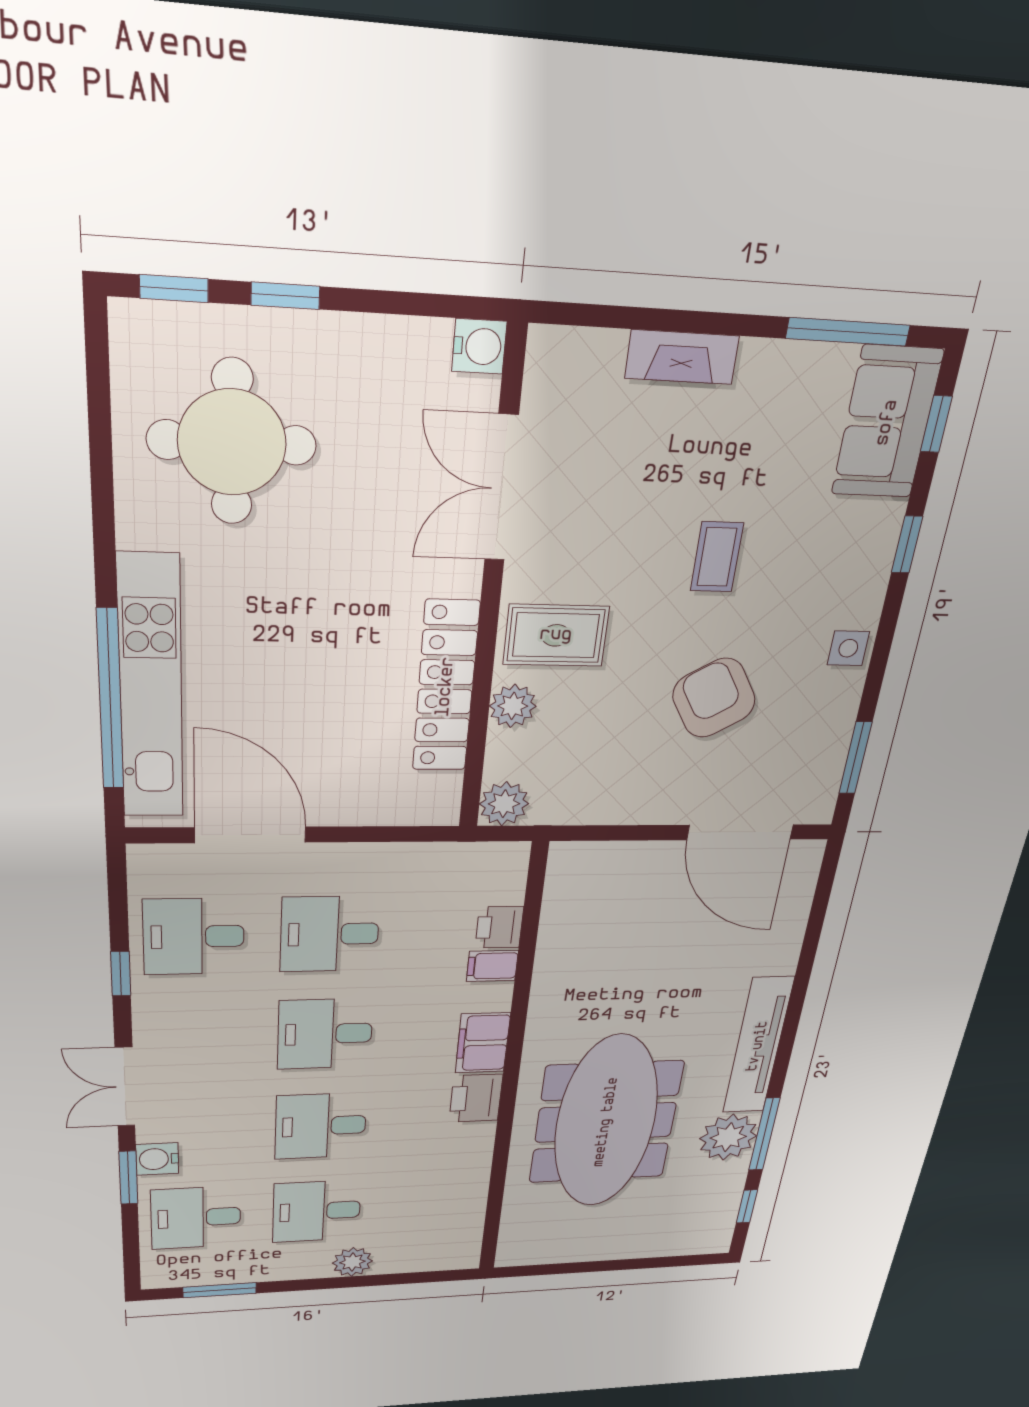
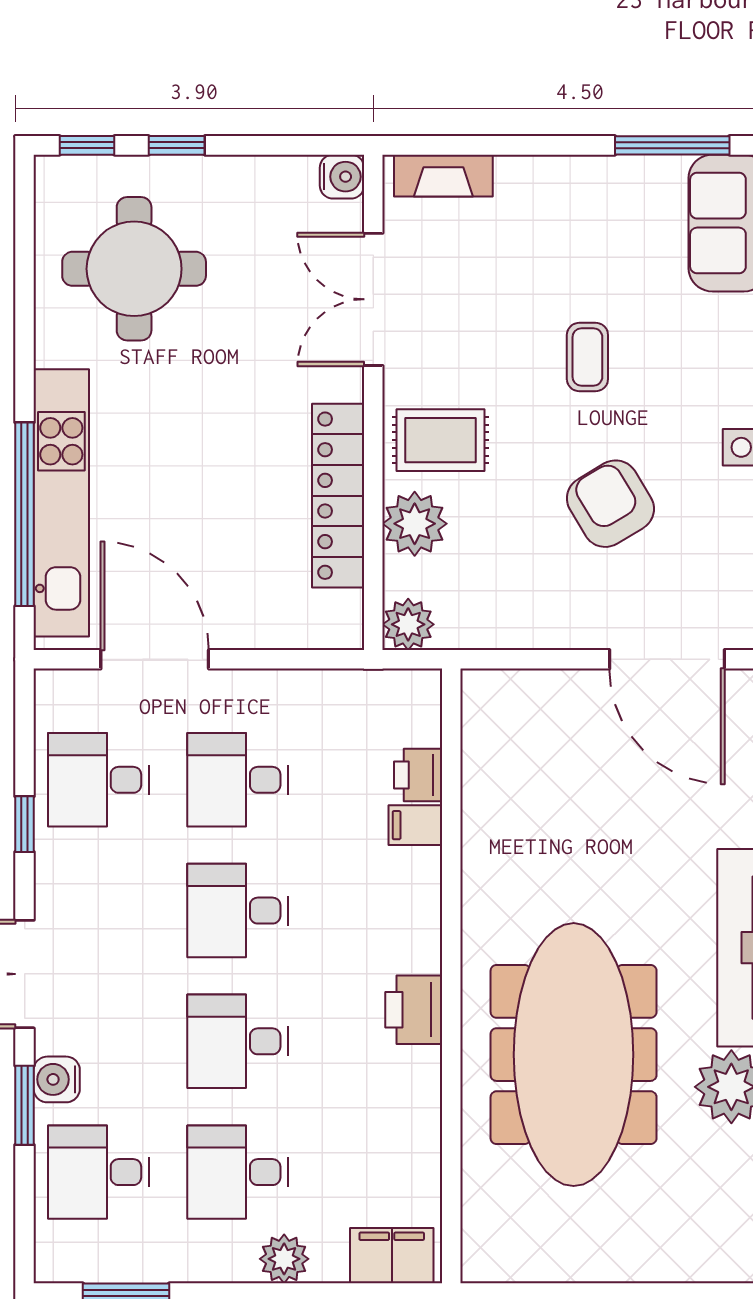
fireplace: (682, 357) -> (443, 176), moved
plant: (513, 706) -> (415, 524), width x1.36, depth x1.36
filing cabinet: (483, 1043) -> (392, 1256), moved, turned 90

